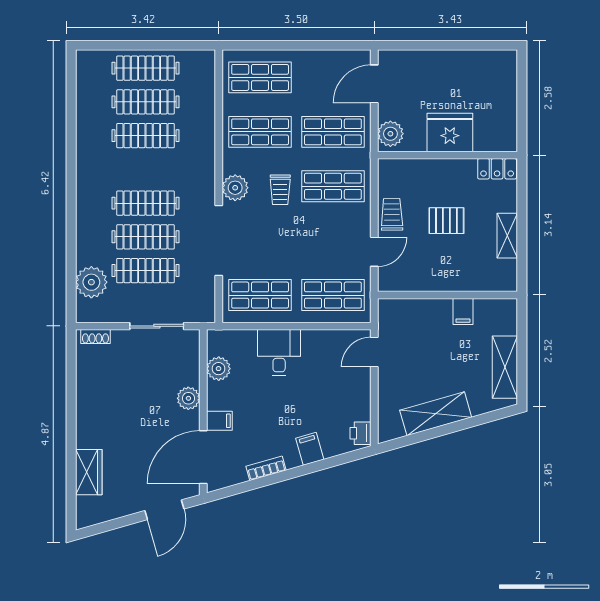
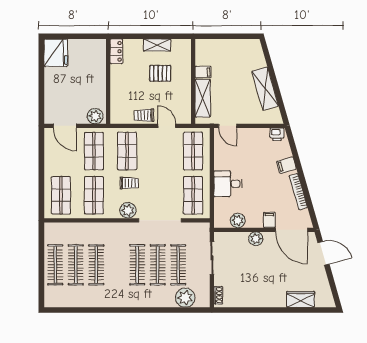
fridge: (450, 133) -> (56, 53), moved, turned 180
pallet: (446, 221) -> (160, 73), moved, turned 90
shelving: (505, 367) -> (203, 98), moved, turned 90
bookcase: (266, 468) -> (298, 192), width x1.56

